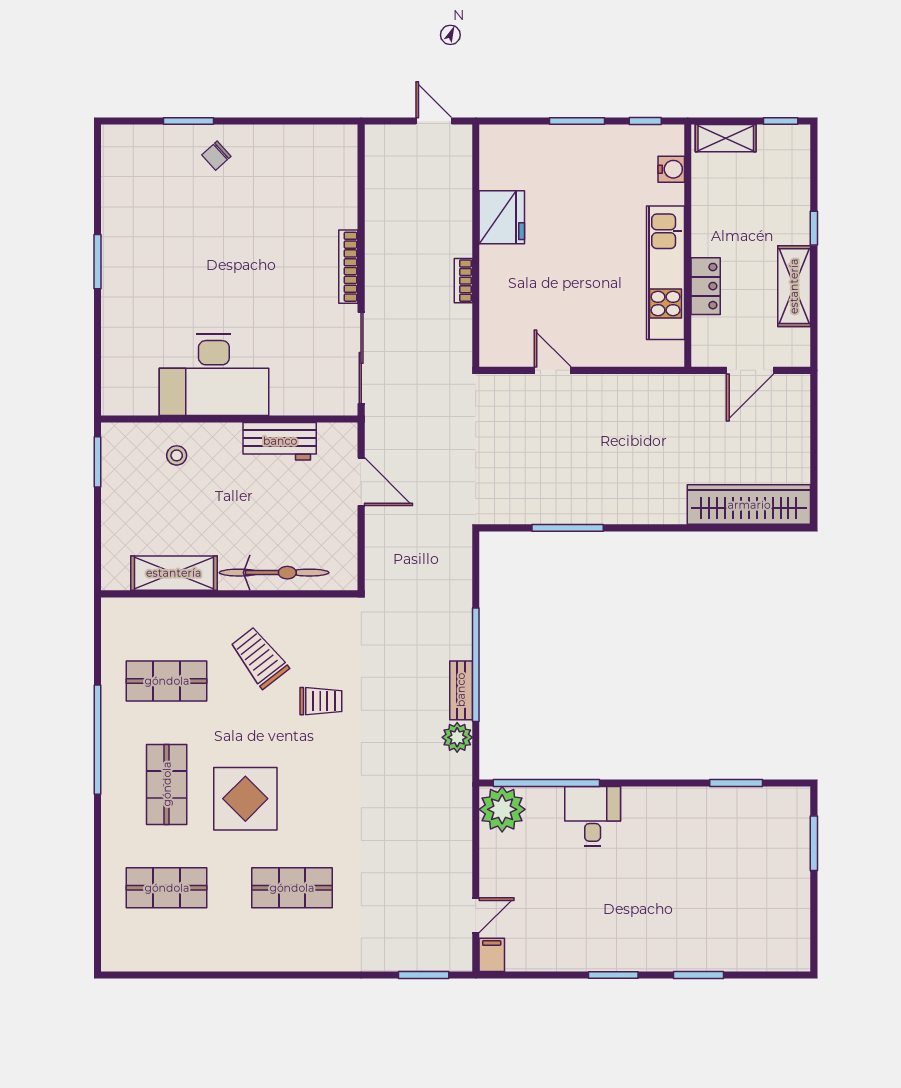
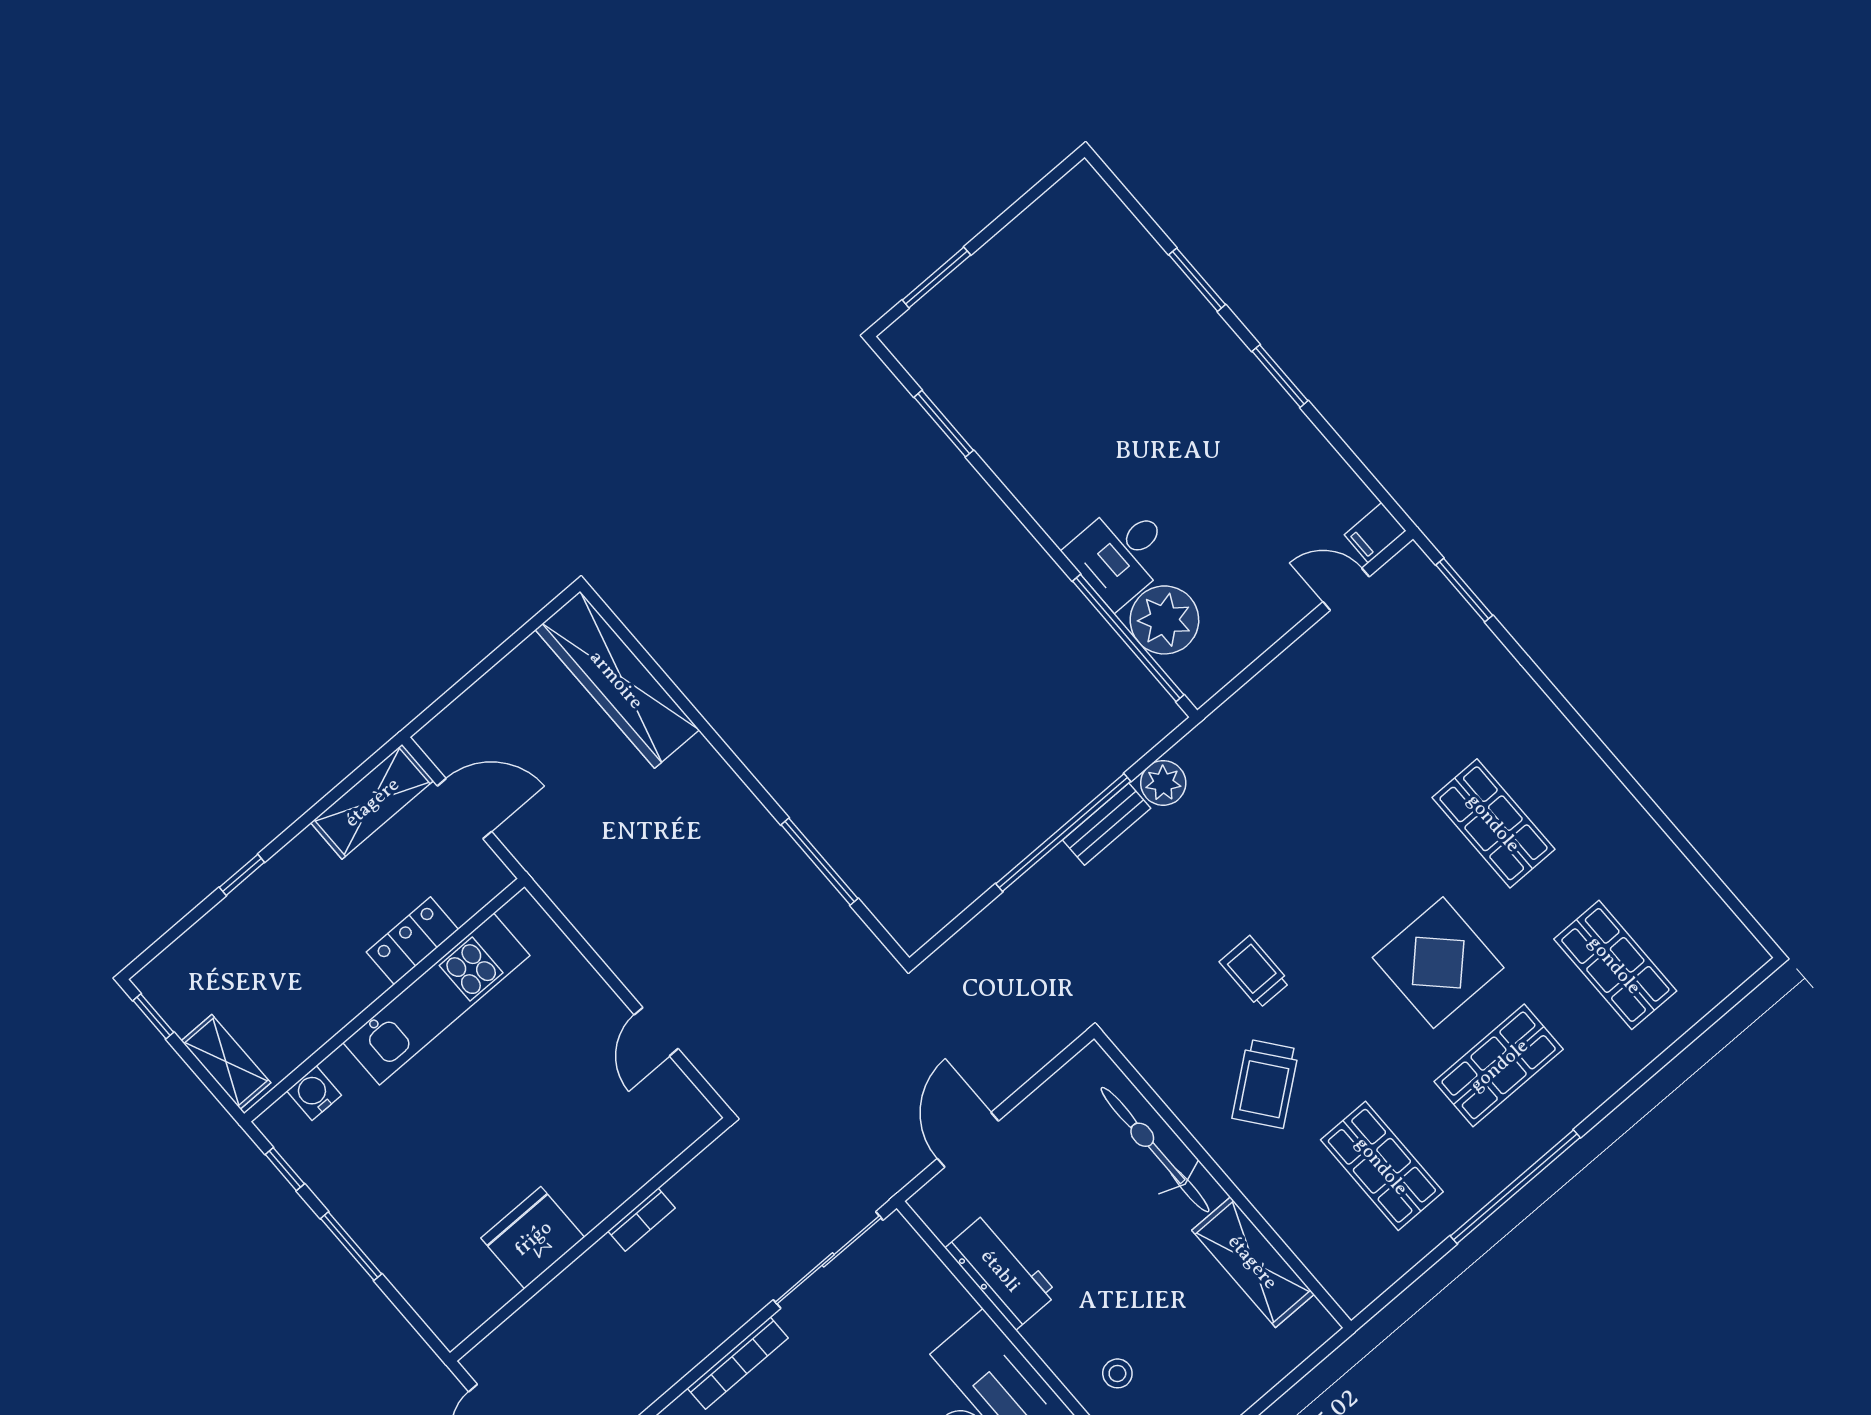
shelving: (794, 286) -> (372, 802), moved
plant: (502, 809) -> (1164, 620), moved

